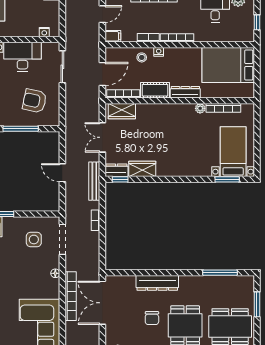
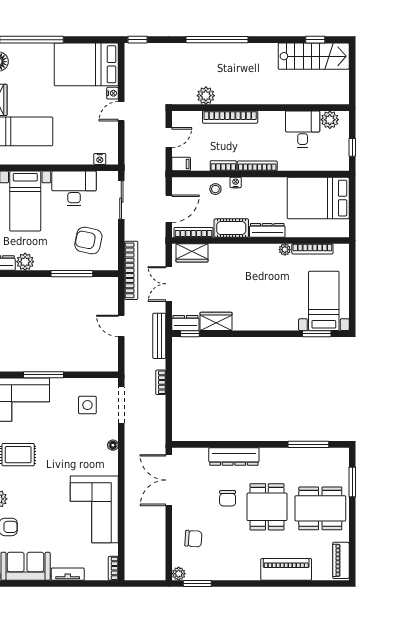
bookcase: (71, 296) -> (131, 270), moved

